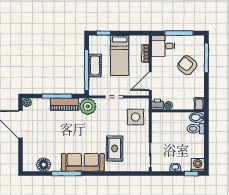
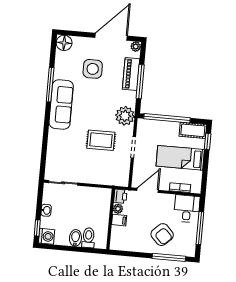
cot: (95, 65) -> (193, 130), moved
armchair: (187, 65) -> (162, 235), turned 96
door: (150, 81) -> (148, 190), hinge flipped
piano: (64, 104) -> (131, 74), moved
filing cabinet: (199, 104) -> (119, 220), moved
side table: (135, 117) -> (93, 69), moved
bidet: (197, 117) -> (75, 238), moved
rug: (115, 149) -> (101, 140), moved
floor lamp: (44, 165) -> (64, 43), moved

